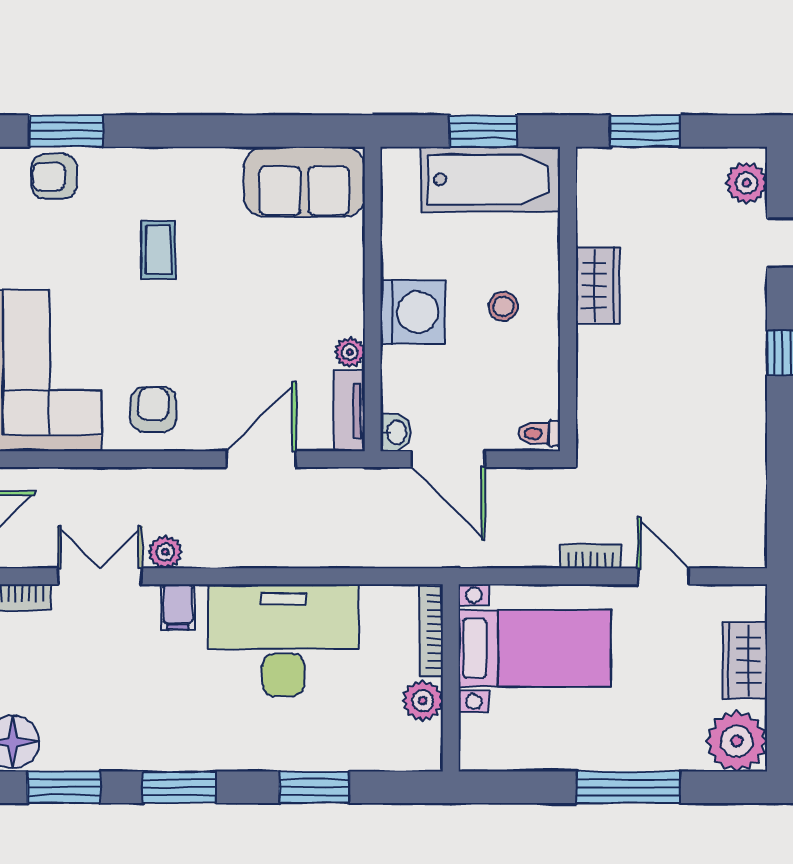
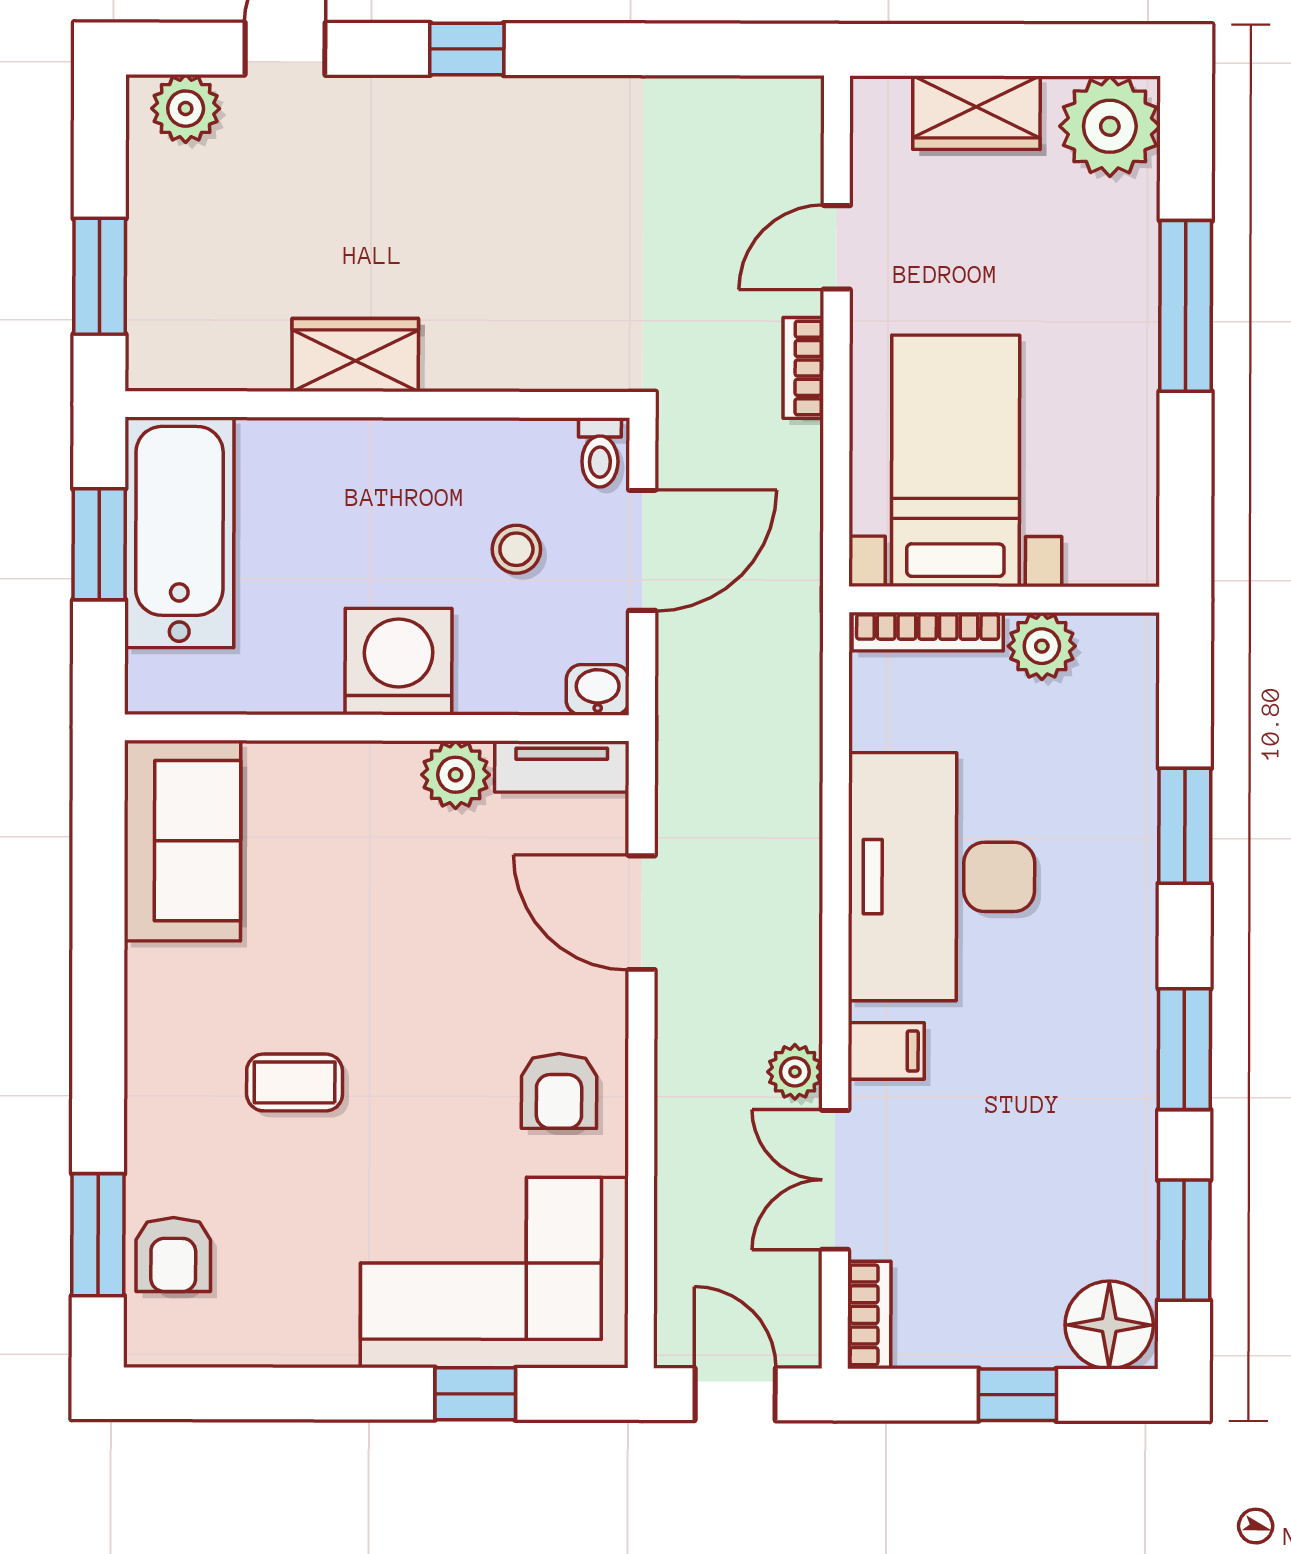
stool: (503, 306) -> (516, 549), moved
plant: (350, 352) -> (456, 775), width x1.38, depth x1.38
armchair: (153, 409) -> (559, 1091), turned -90
door: (448, 459) -> (642, 550), moved

